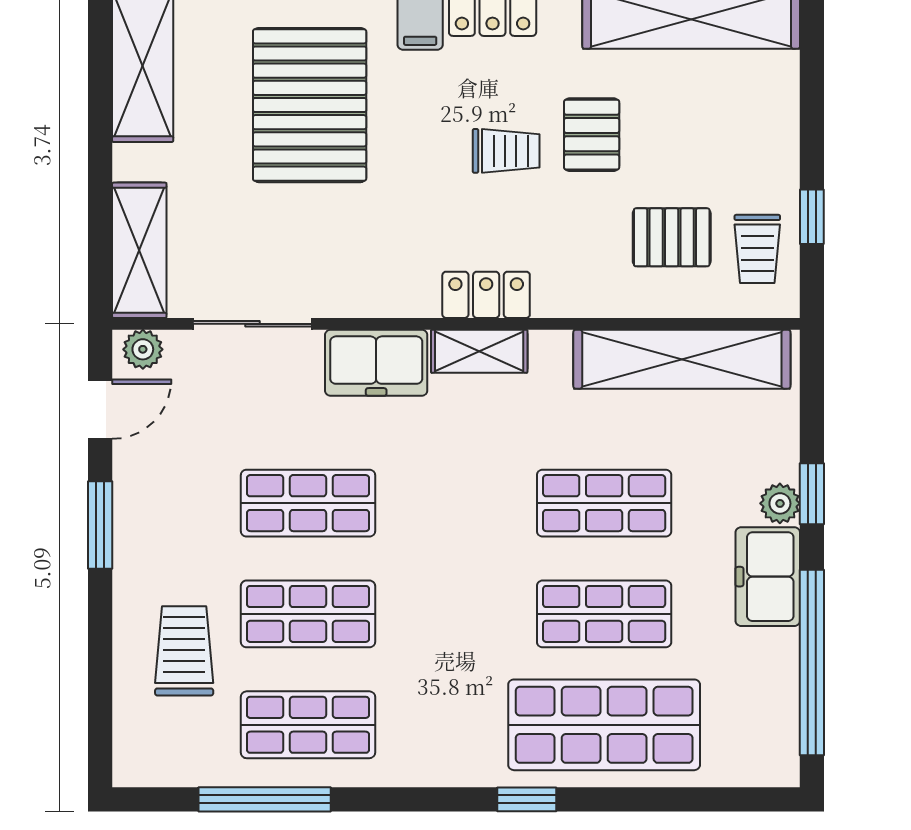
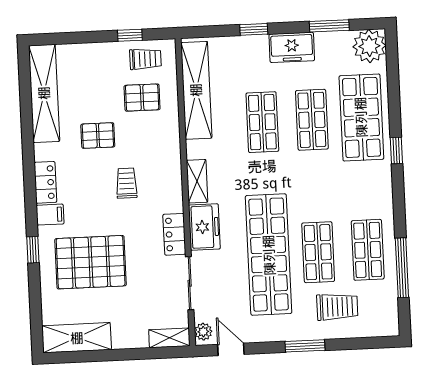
trolley: (506, 151) -> (127, 183), moved
pallet: (672, 237) -> (142, 98), turned 90
shelving: (139, 250) -> (169, 338), width x0.67, depth x0.75
locker: (486, 295) -> (174, 234), moved
shop shelf: (308, 503) -> (269, 255), width x2.00, depth x1.36
plant: (780, 503) -> (369, 46), moved, width x1.88, depth x1.88
window: (100, 525) -> (305, 346), moved
trolley: (184, 651) -> (337, 307), turned 180
window: (812, 663) -> (329, 26), width x0.47

